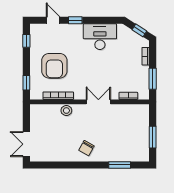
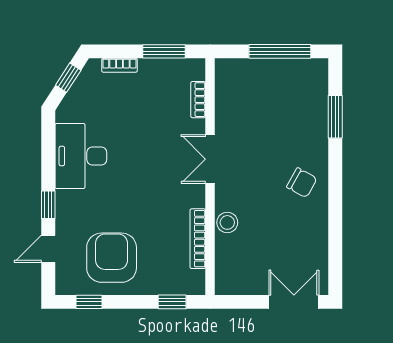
armchair: (54, 66) -> (112, 258), moved, turned -90
window: (153, 137) -> (280, 51), width x1.44
double door: (26, 144) -> (294, 302), swing flipped

